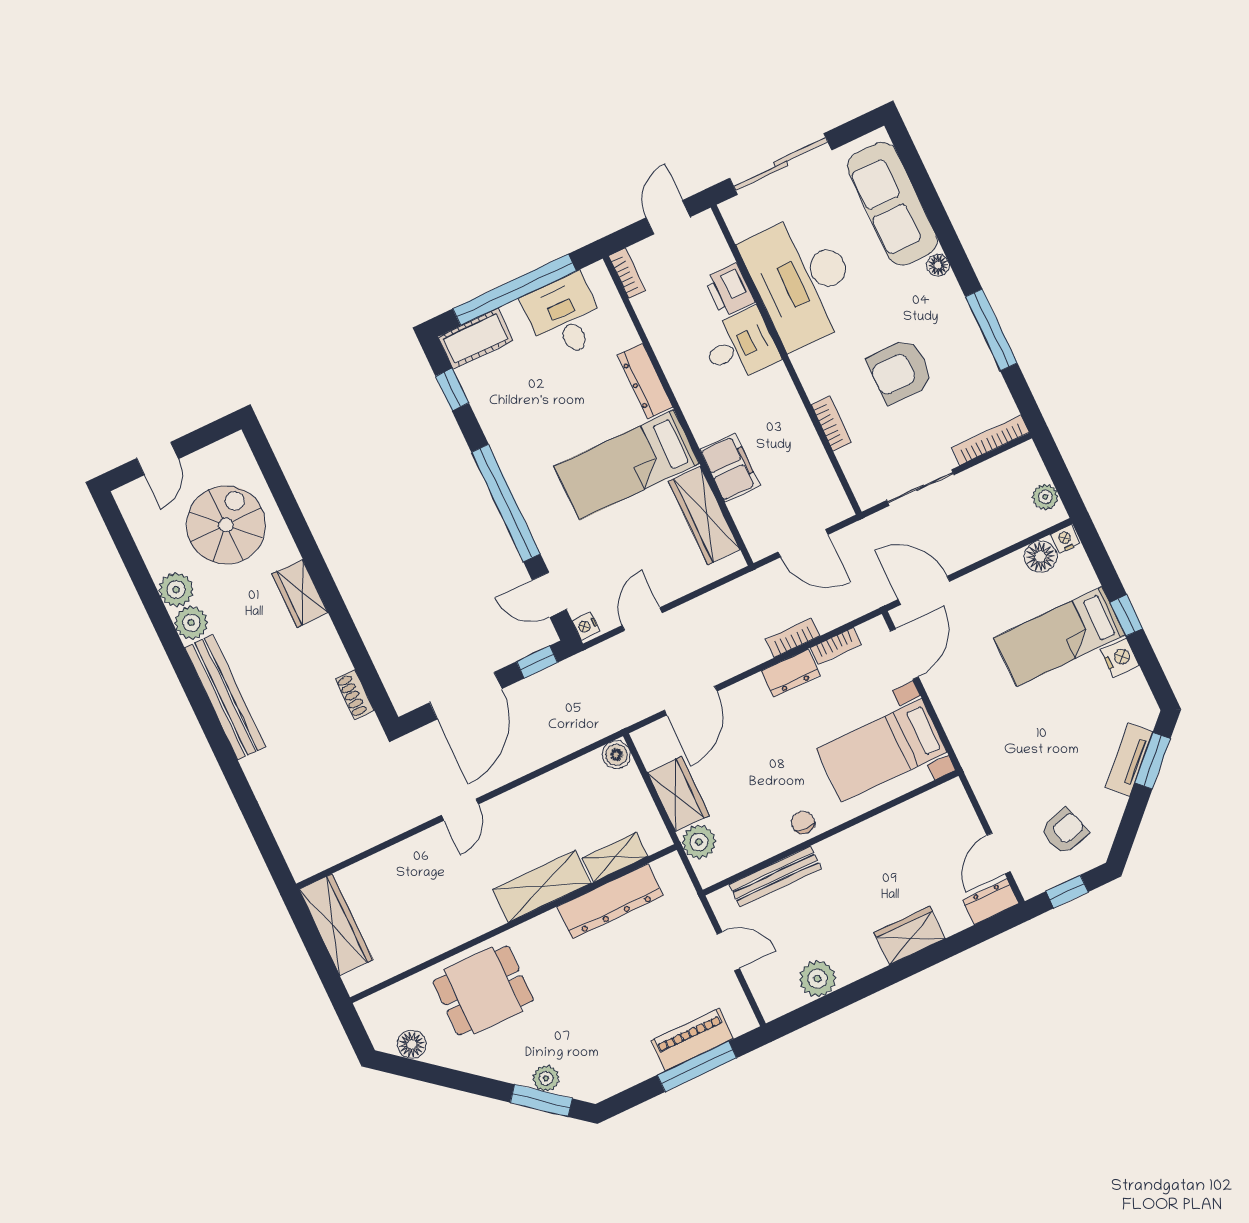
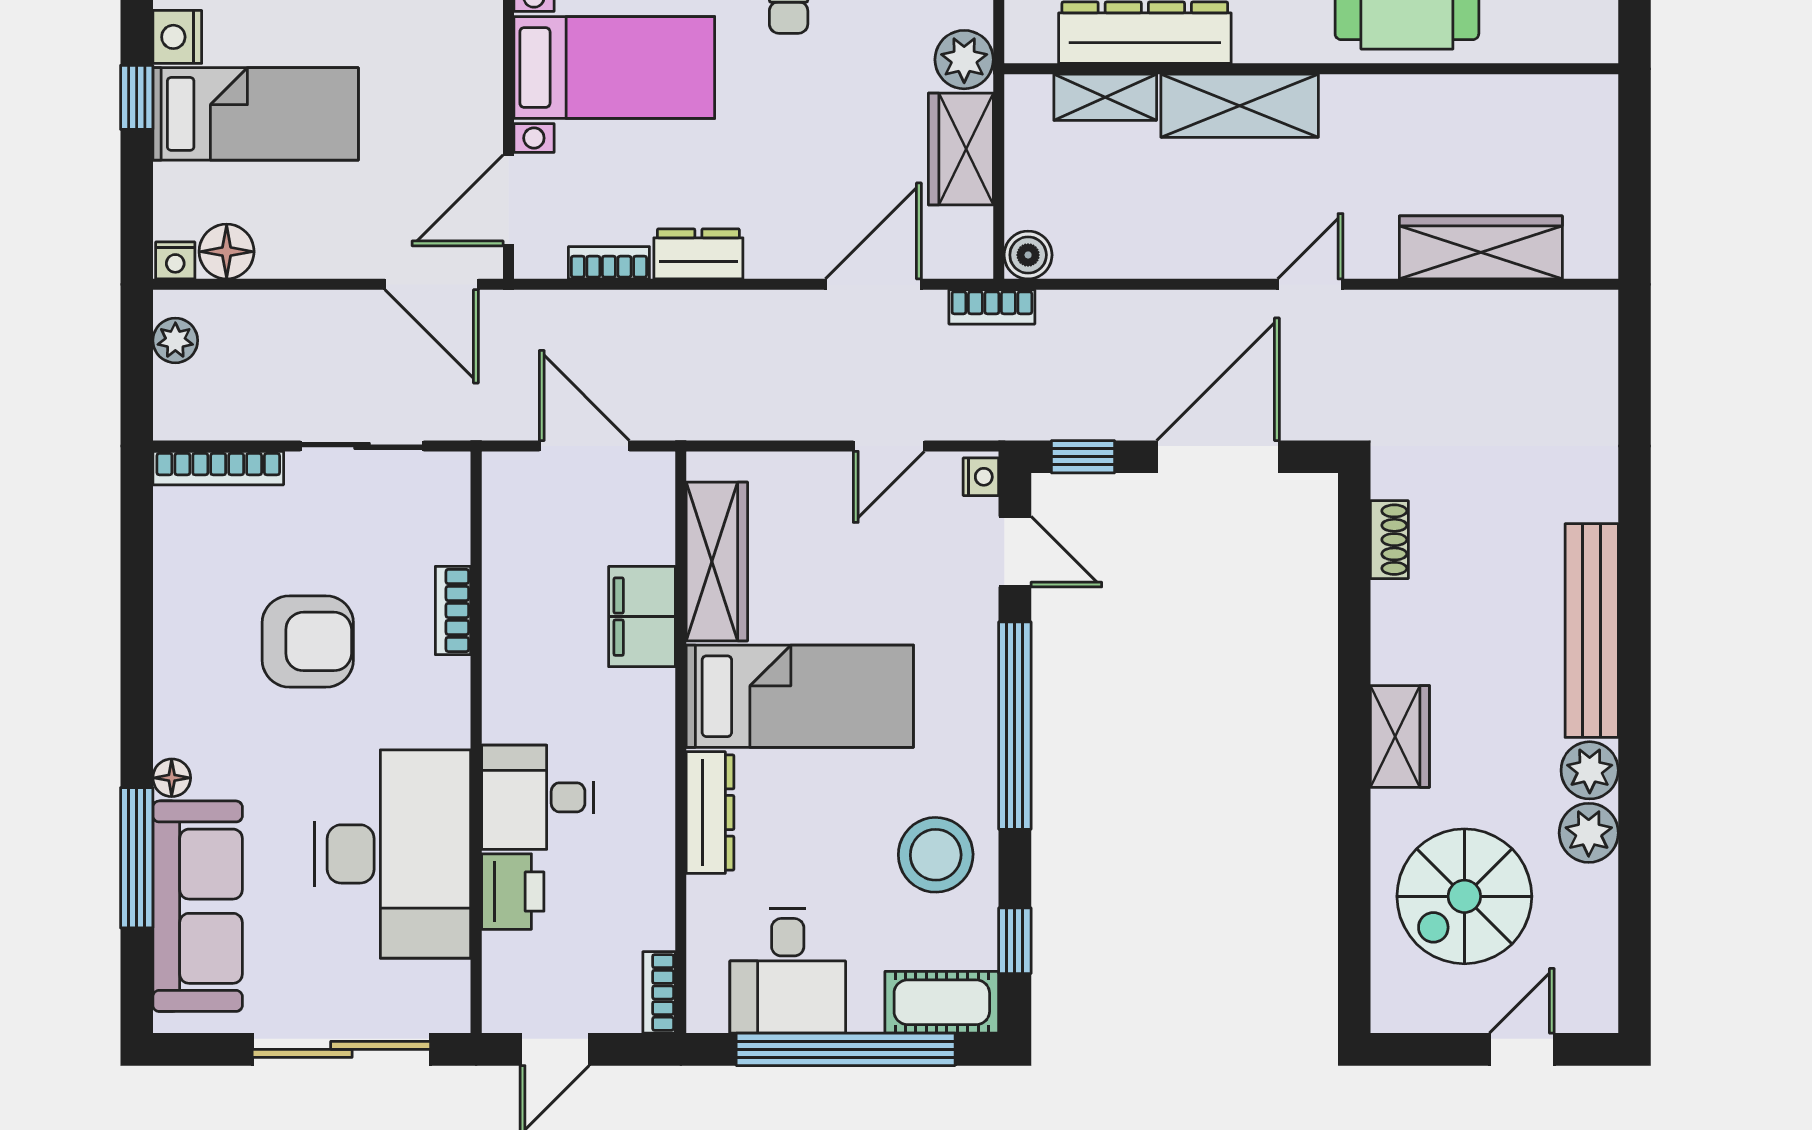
window: (991, 330) -> (137, 858), moved
stool: (515, 415) -> (936, 855), added
bookcase: (793, 638) -> (992, 307), moved
wardrobe: (336, 925) -> (1481, 247), moved, turned 90

